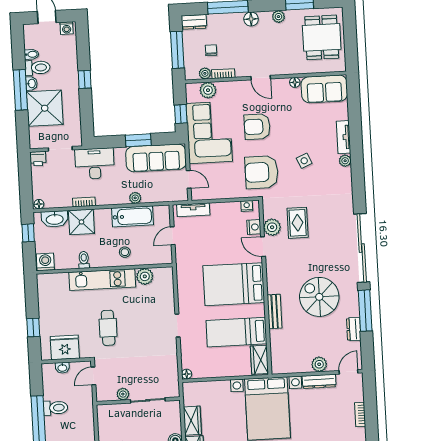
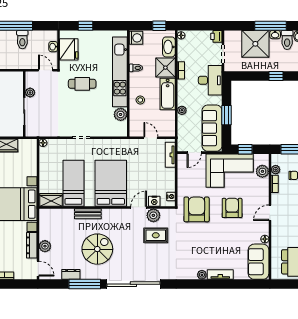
side table: (304, 161) -> (204, 243), removed
bathtub: (132, 216) -> (168, 94), moved
kitchen unit: (102, 280) -> (120, 72), width x1.36

